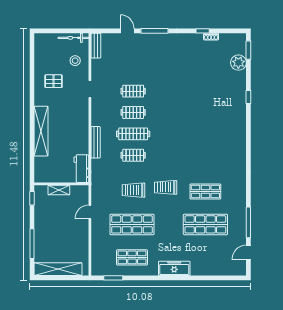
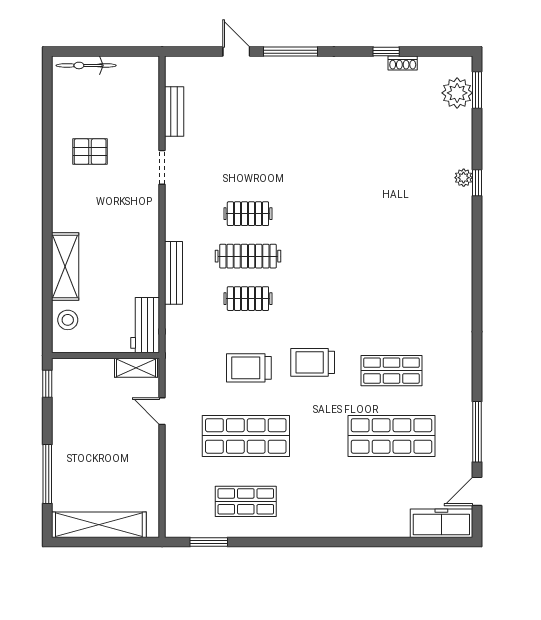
bicycle: (73, 38) -> (86, 65), moved
bench: (96, 46) -> (174, 112), moved
stool: (75, 61) -> (68, 320), moved
plant: (238, 63) -> (457, 93), moved
clothes rail: (133, 91) -> (248, 171), removed
plant: (242, 94) -> (464, 178), added
shelving: (41, 131) -> (65, 266), width x0.68
shelving: (59, 190) -> (136, 368), moved
door: (90, 212) -> (162, 411), hinge flipped
freezer: (174, 268) -> (441, 523), moved

